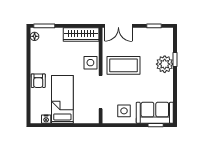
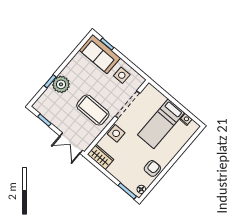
double door: (118, 26) -> (71, 143), swing flipped
wardrobe: (81, 35) -> (101, 157), width x0.67
armchair: (38, 81) -> (152, 168), moved

